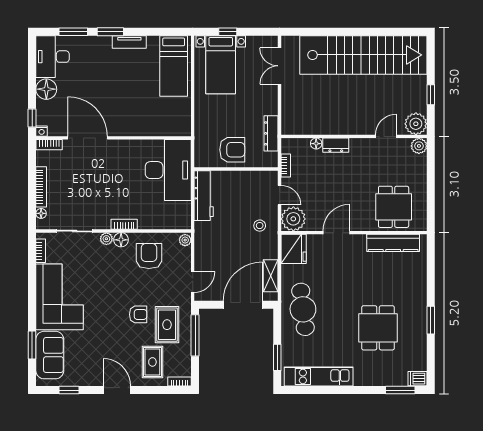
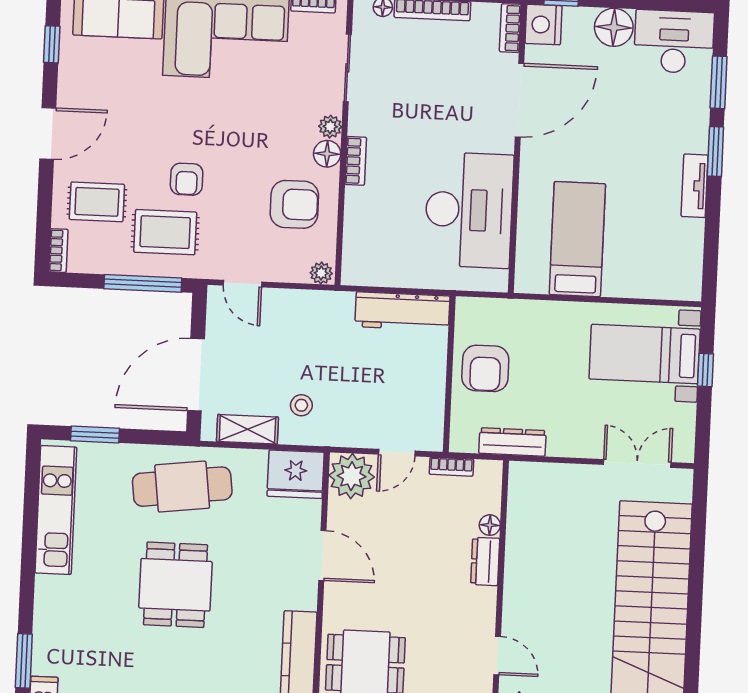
bed: (174, 66) -> (577, 239), moved, turned 90
nightstand: (42, 131) -> (544, 25), width x1.89, depth x1.79
desk: (168, 170) -> (469, 210), moved, turned -90
stool: (260, 226) -> (301, 405), moved
door: (243, 305) -> (196, 375), swing flipped
dining table: (378, 328) -> (175, 585), moved, turned 90

